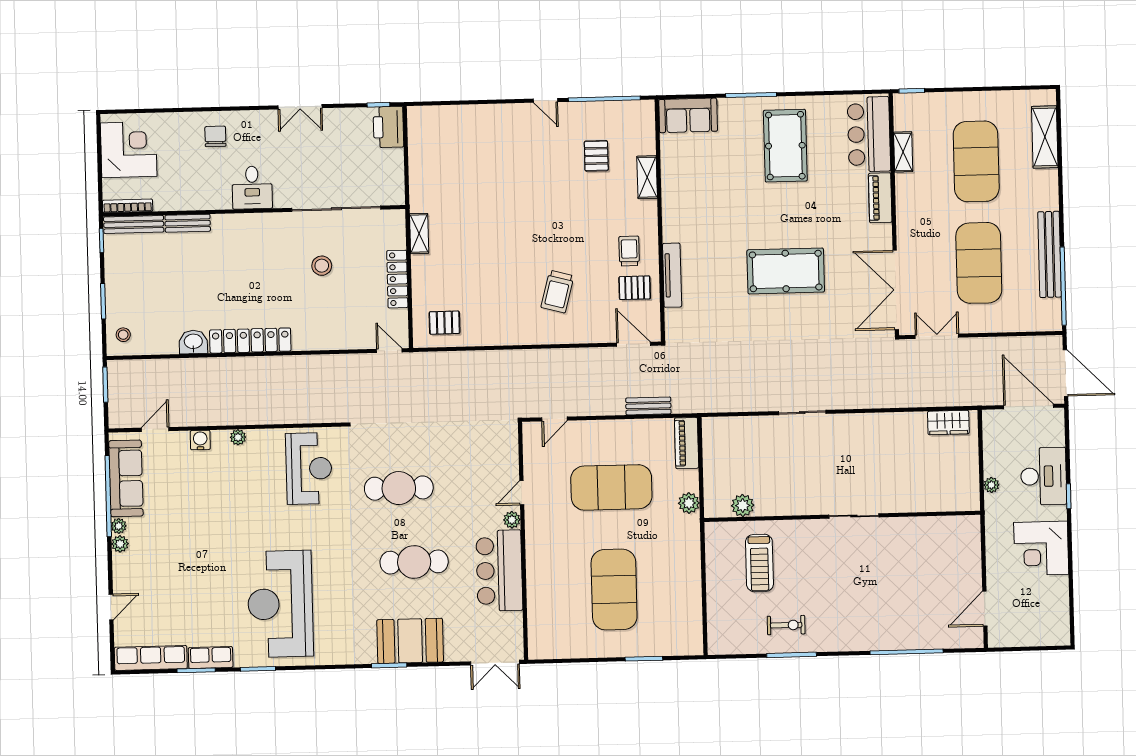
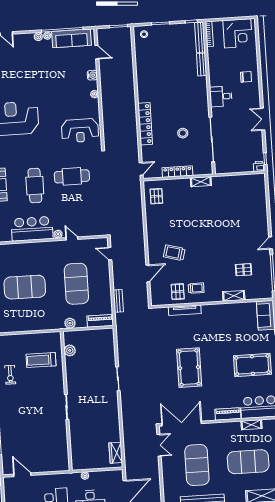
printer: (388, 127) -> (259, 166), width x0.53, depth x0.68
exercise mat: (979, 263) -> (197, 465), turned 90
locker: (250, 341) -> (145, 124), moved
washbasin: (193, 342) -> (142, 70), removed
door: (634, 344) -> (148, 273), moved
cafe table: (399, 488) -> (72, 176), turned 90

